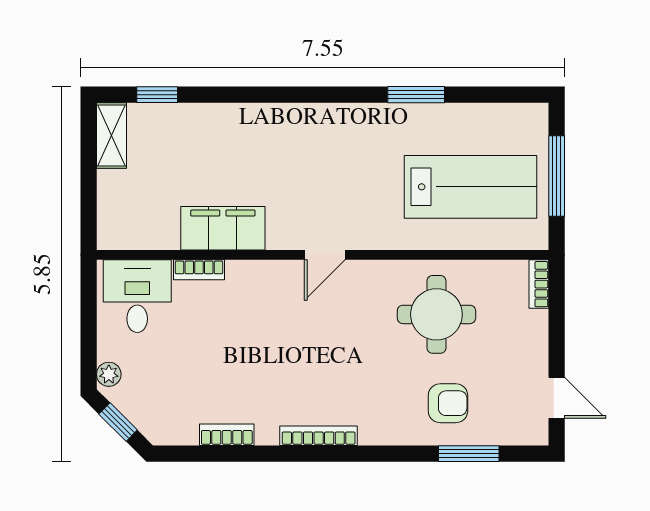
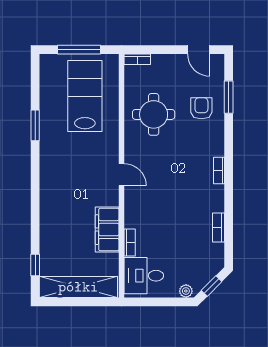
shelving: (111, 135) -> (78, 287), width x2.20, depth x1.33
door: (557, 398) -> (199, 50), swing flipped
bookcase: (319, 436) -> (219, 170), width x0.64

